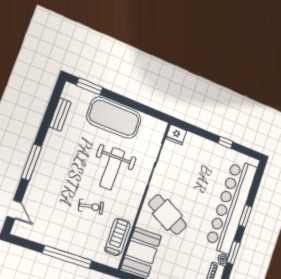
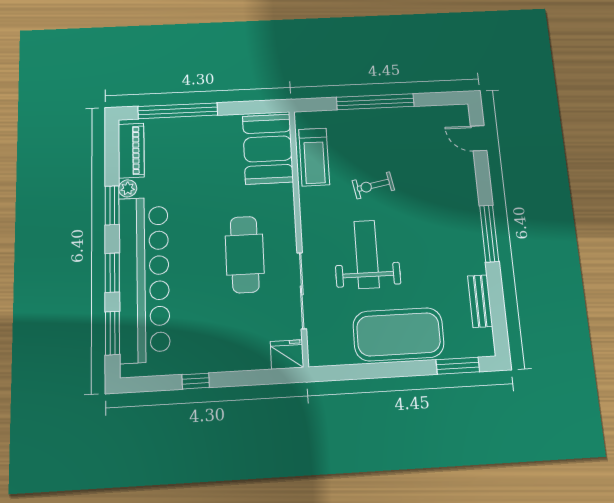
window: (31, 162) -> (489, 234), moved
window: (256, 185) -> (112, 333), added
cafe table: (167, 215) -> (245, 254), moved, turned 63

